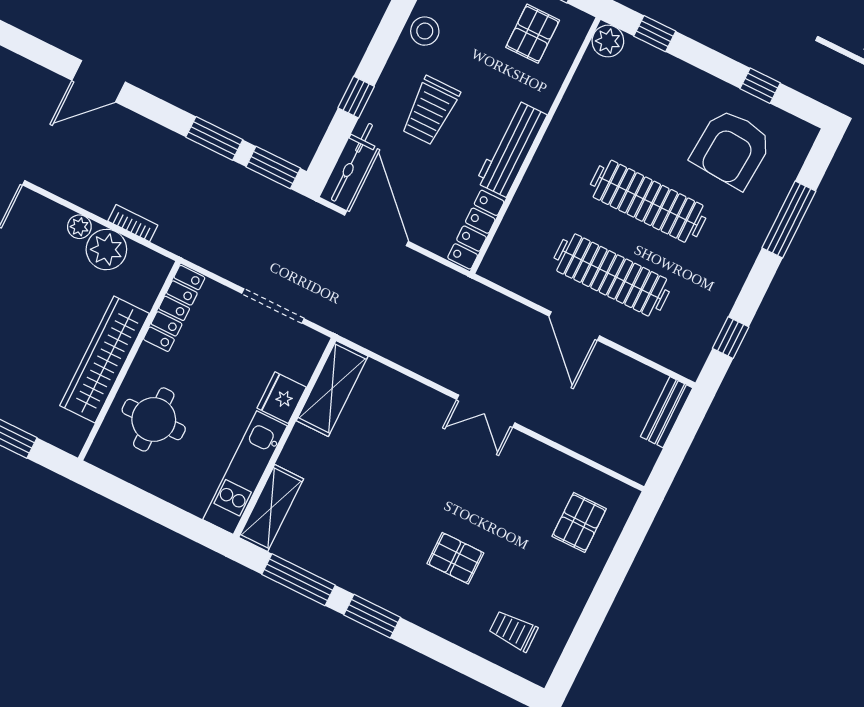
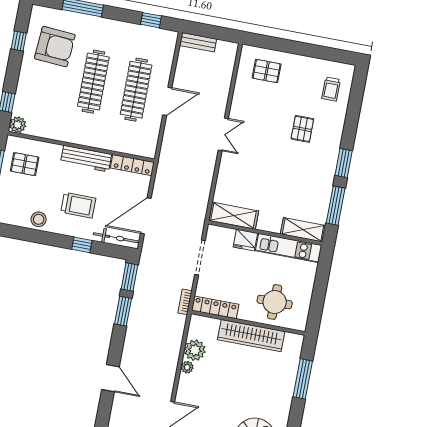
bookcase: (133, 223) -> (185, 302), moved

